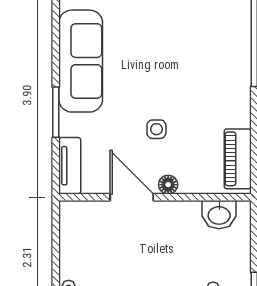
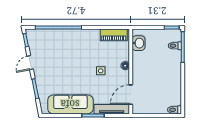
tv unit: (70, 166) -> (112, 109), width x1.41
door: (132, 197) -> (131, 95), moved

